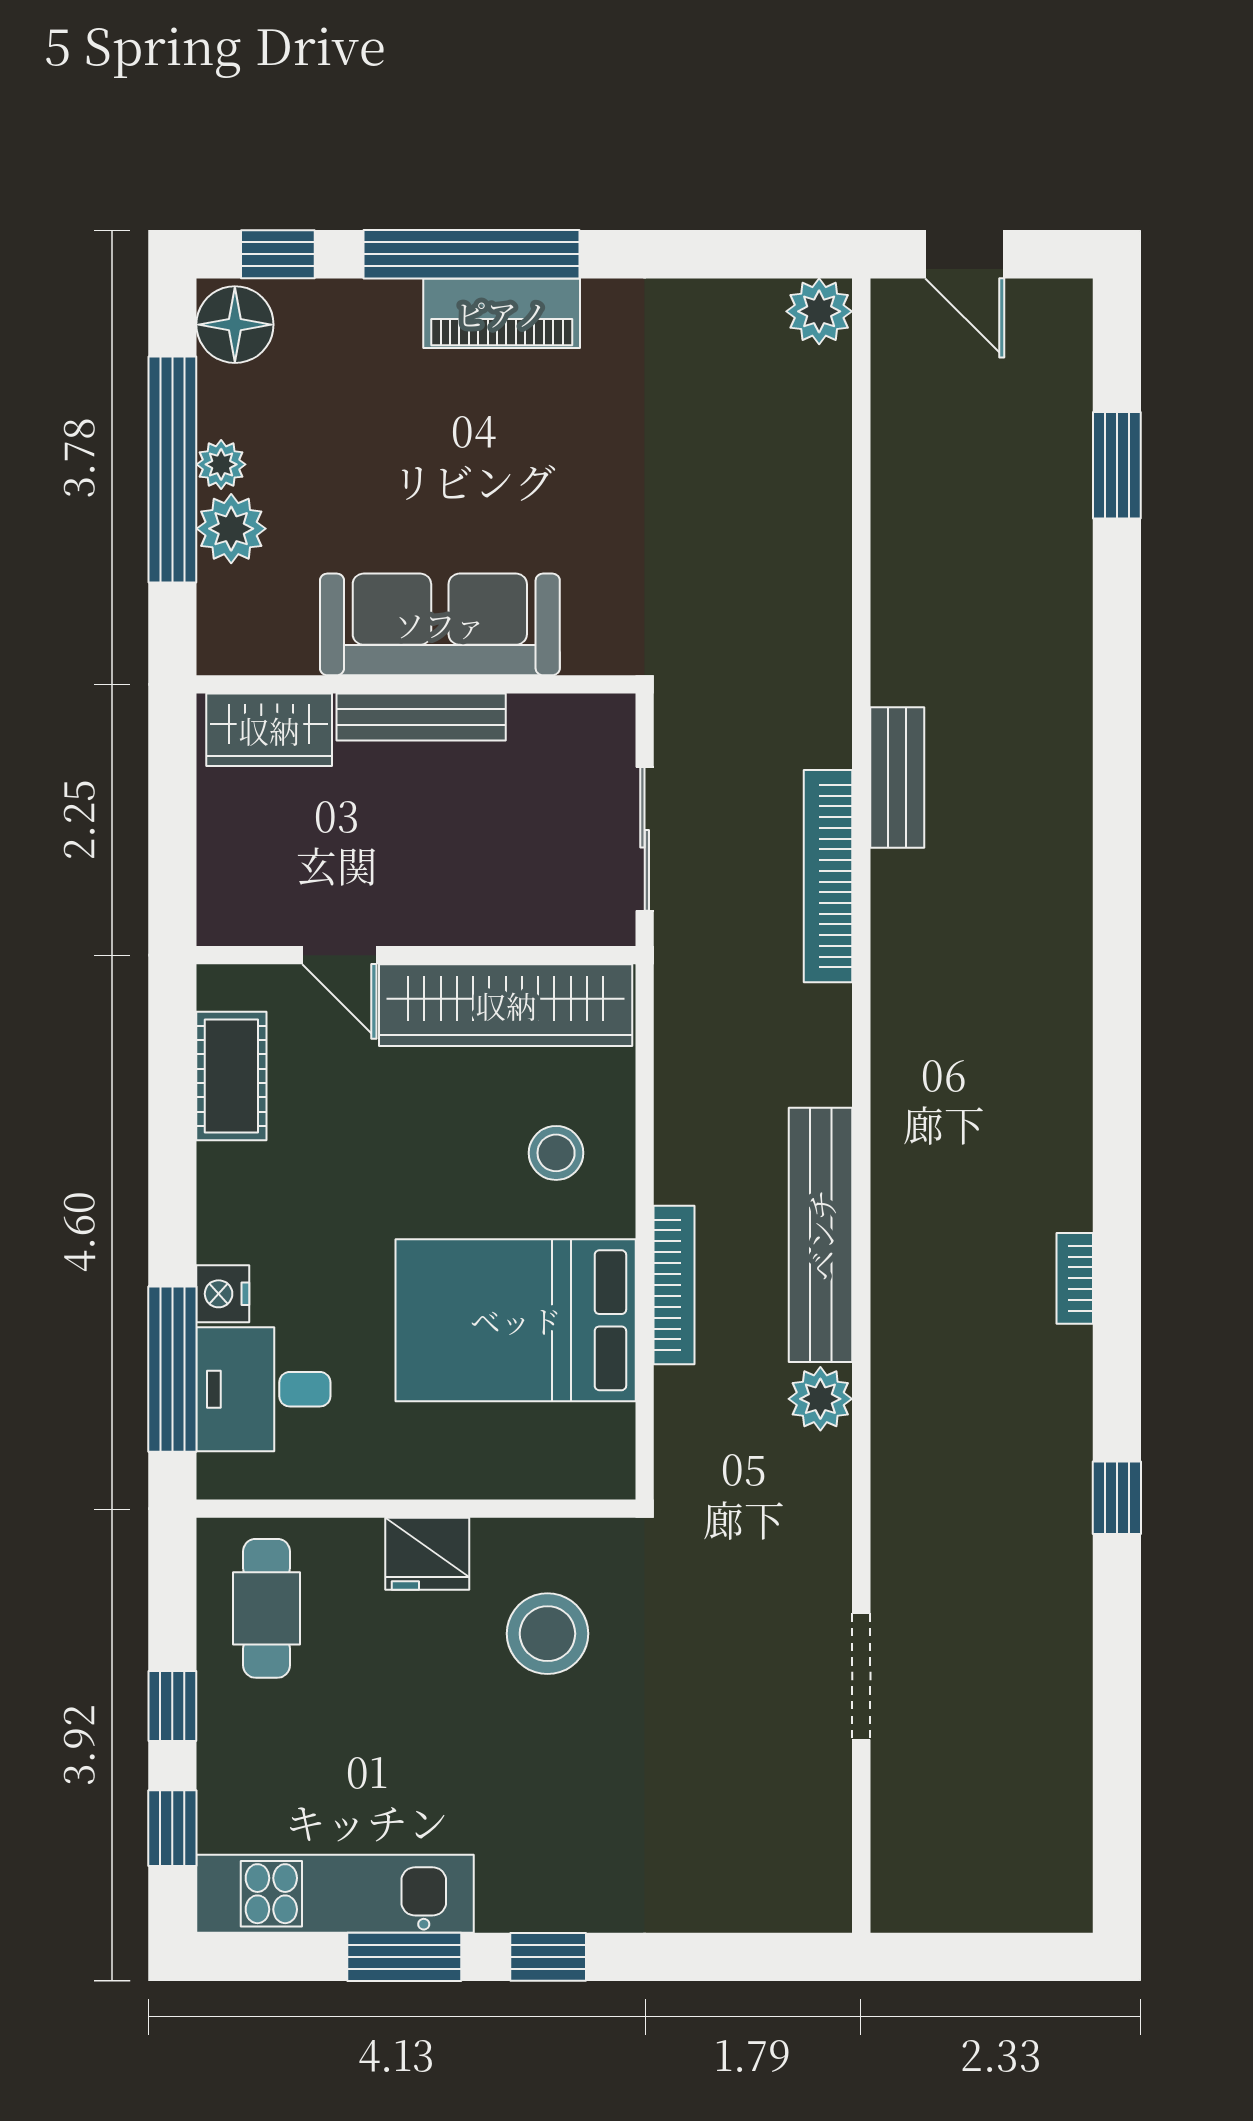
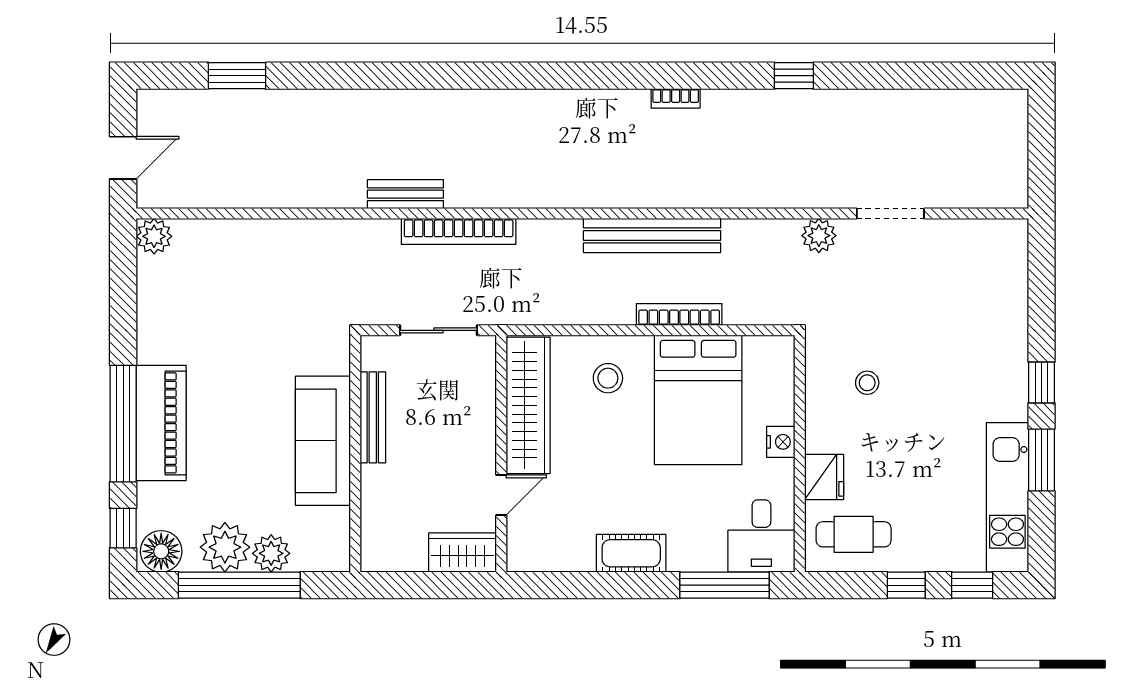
piano: (502, 313) -> (161, 423), width x1.37, depth x1.33
plant: (221, 464) -> (225, 547), width x1.87, depth x1.87
bench: (421, 717) -> (373, 417), moved
wardrobe: (269, 730) -> (462, 552), moved, turned -90
cot: (231, 1076) -> (631, 553), moved
nightstand: (223, 1294) -> (781, 442), moved, turned -90
desk: (263, 1389) -> (761, 536), moved
plant: (820, 1399) -> (819, 236), moved
fridge: (427, 1554) -> (824, 477), moved
stool: (547, 1634) -> (867, 383), width x0.53, depth x0.53

